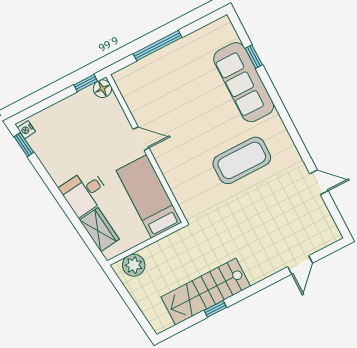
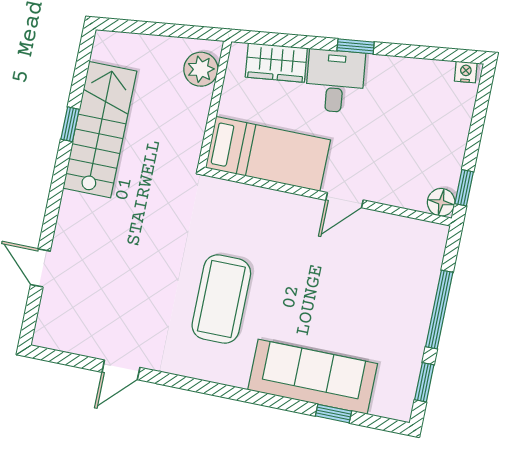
window: (201, 23) -> (424, 382), added
window: (24, 145) -> (356, 46), moved

